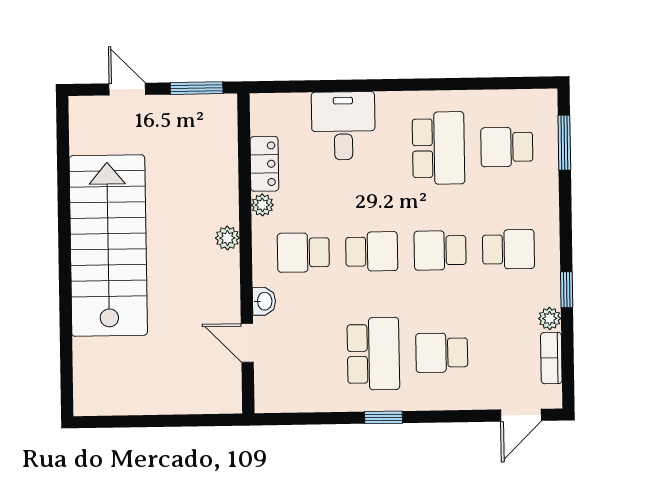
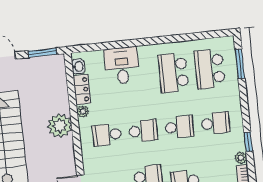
school desk: (507, 147) -> (210, 69), width x1.85
school desk: (438, 148) -> (174, 73), turned 180
plant: (227, 238) -> (60, 126), width x1.88, depth x1.88
school desk: (440, 250) -> (179, 127), turned 180
washbasin: (264, 301) -> (78, 66), moved

